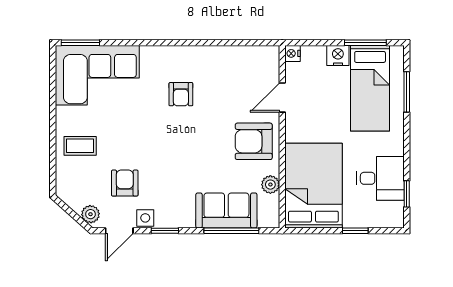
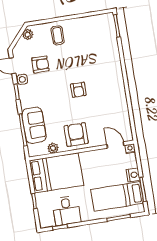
corner sofa: (97, 75) -> (100, 39), removed
armchair: (181, 94) -> (78, 90), moved, turned -90
door: (282, 98) -> (115, 145), moved
plant: (90, 214) -> (28, 35), moved

